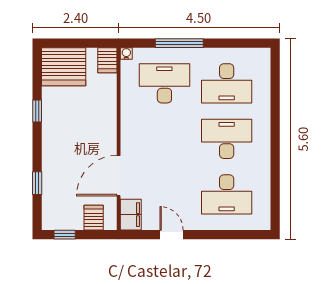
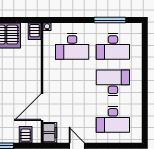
window: (179, 43) -> (110, 20), moved
desk: (164, 83) -> (72, 46), turned 180

